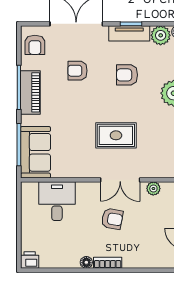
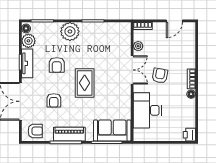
rug: (116, 135) -> (85, 83), moved
desk: (57, 201) -> (147, 110), width x1.37

